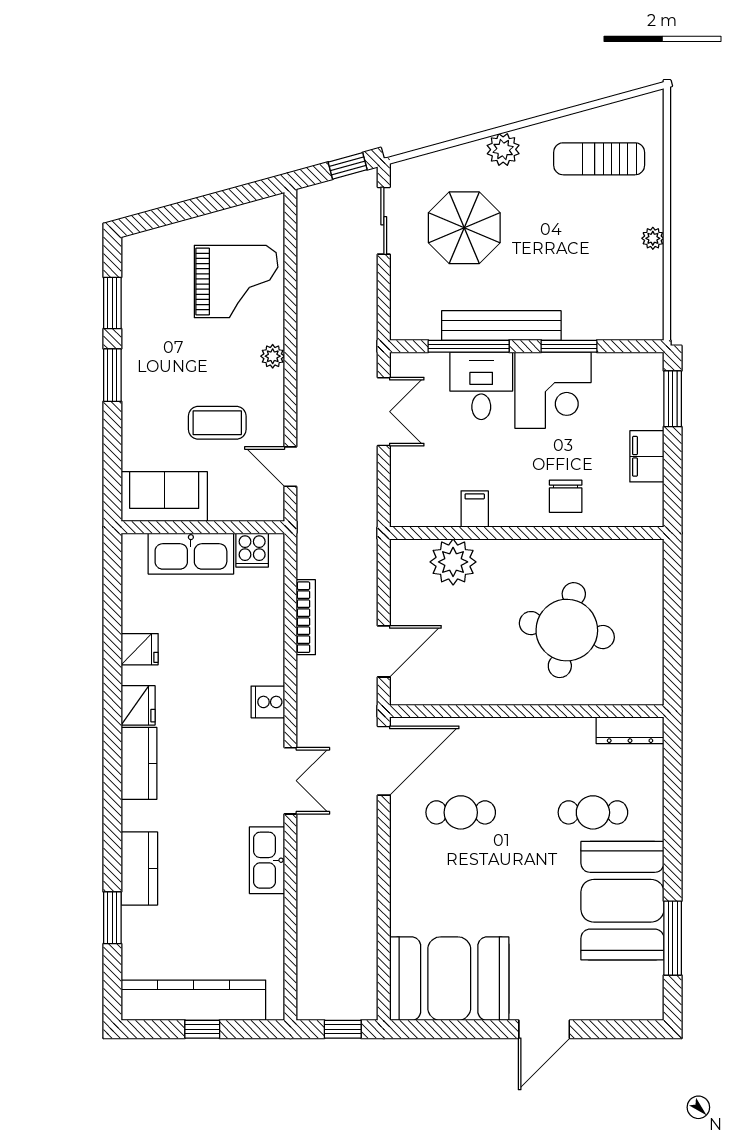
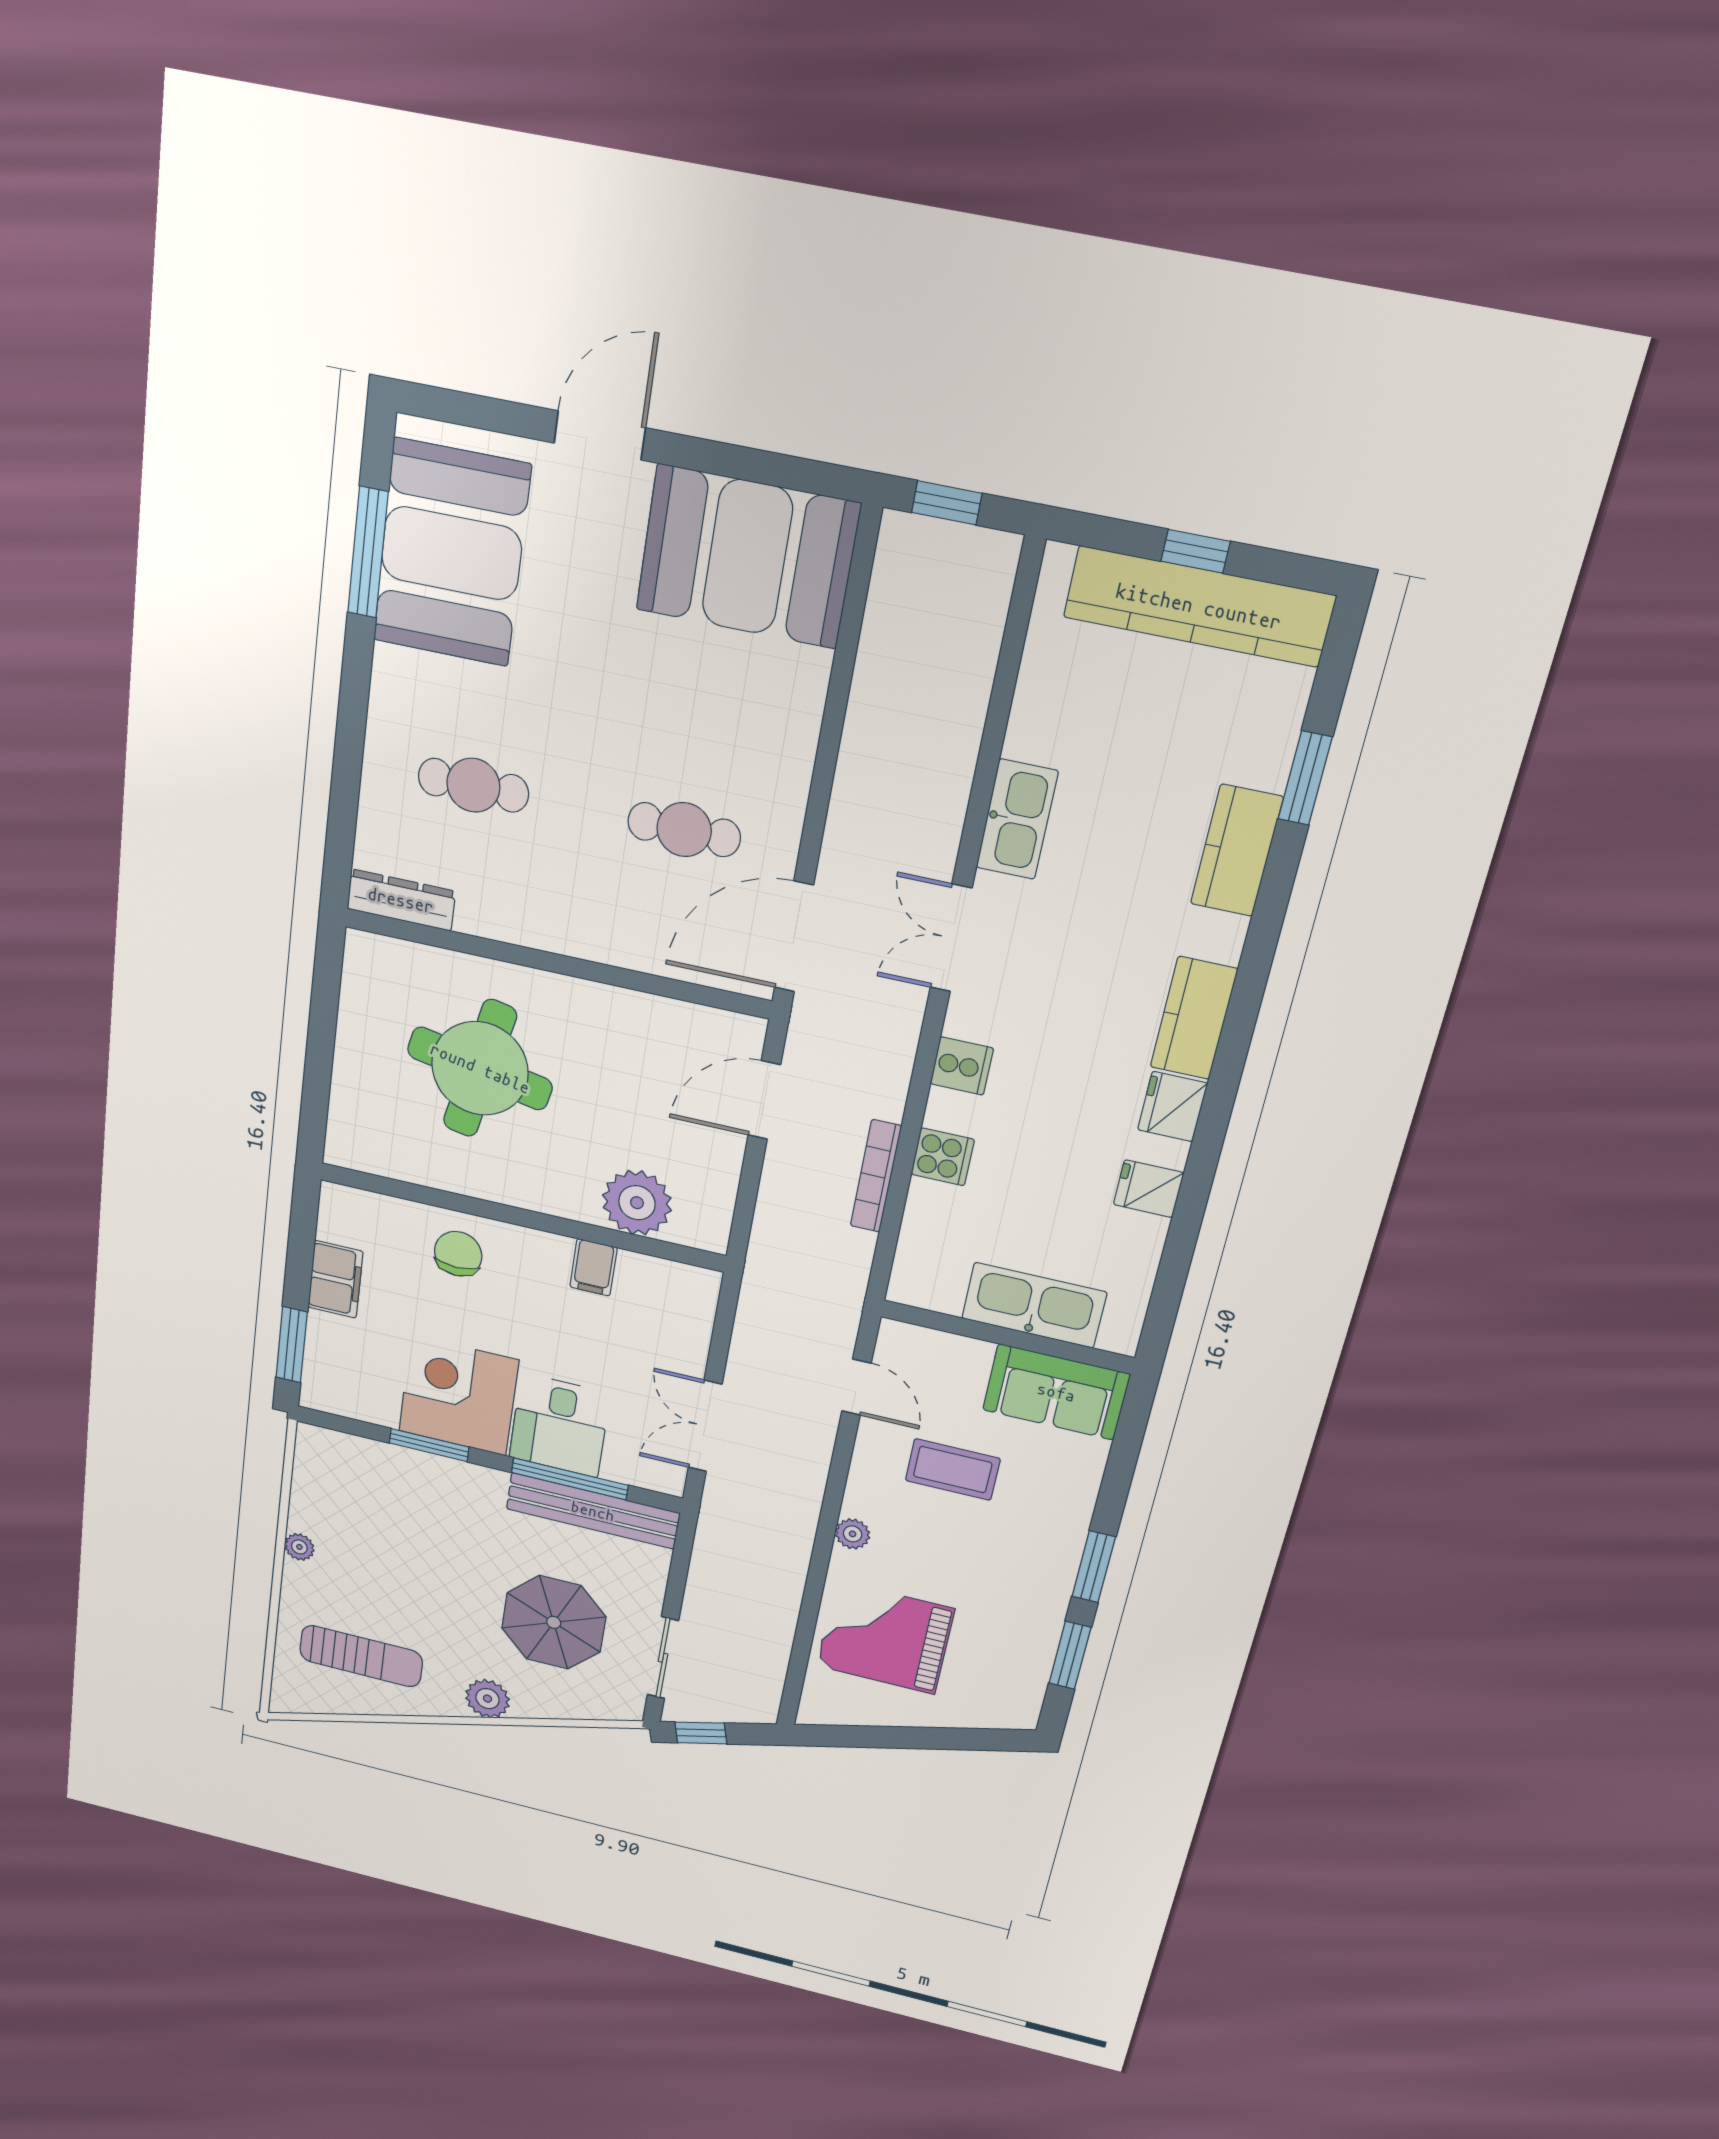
bench: (501, 326) -> (593, 1511), moved
cooker: (252, 550) -> (943, 1157), moved, turned 90
booth: (622, 901) -> (451, 553), moved

